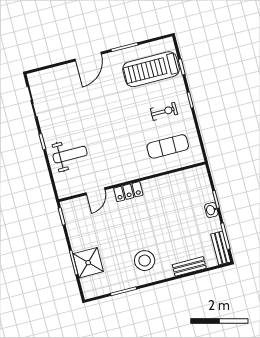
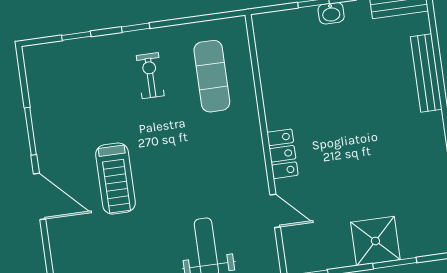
treadmill: (151, 69) -> (115, 179), moved, width x0.73, depth x0.73
stool: (145, 261) -> (406, 139), removed
shower: (88, 263) -> (375, 241), moved
bench: (189, 266) -> (426, 73), width x1.36

